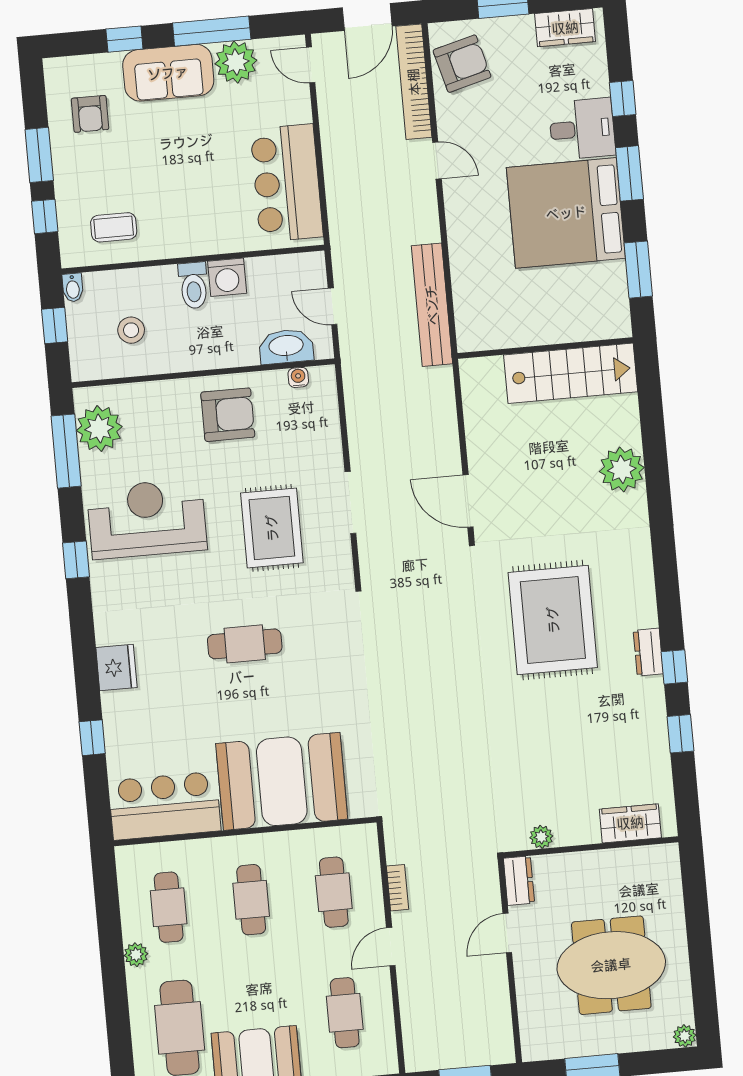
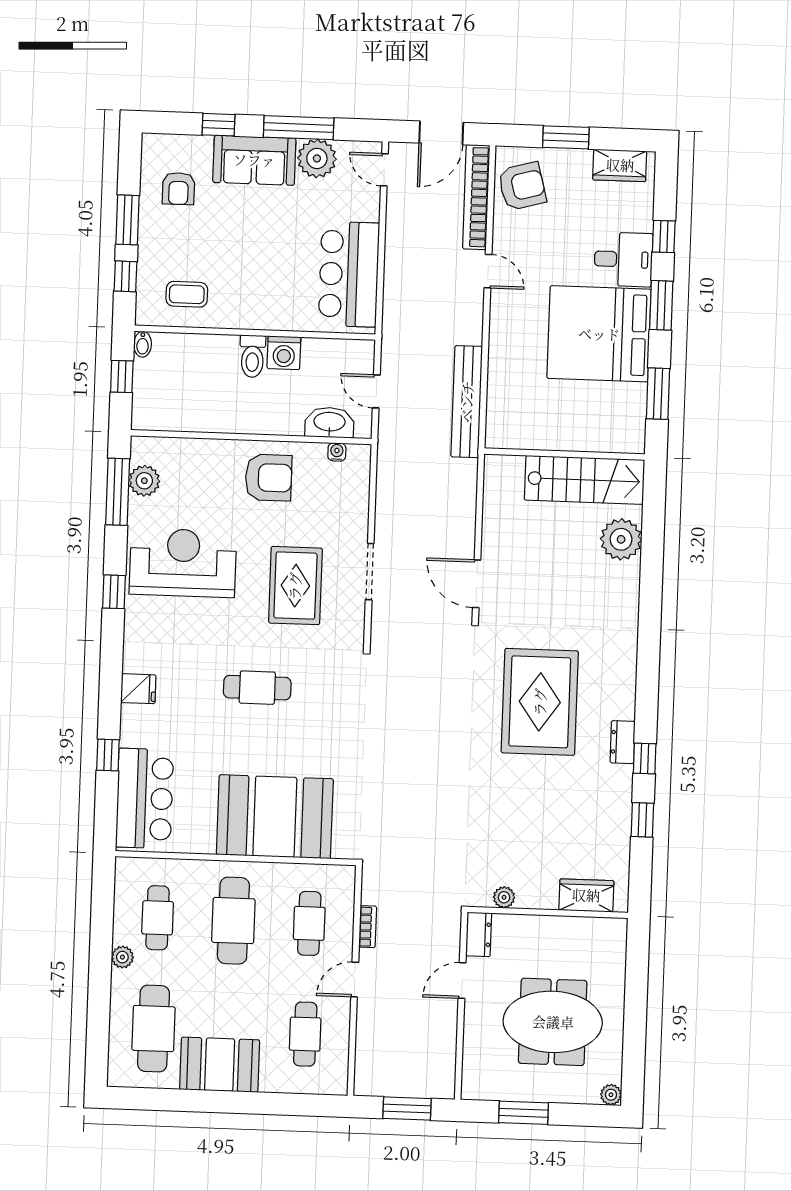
stool: (131, 330) -> (191, 390), removed
plant: (99, 429) -> (144, 481), width x0.73, depth x0.73
plant: (622, 469) -> (621, 539), moved
fridge: (116, 668) -> (138, 689), width x0.72
bar counter: (165, 806) -> (145, 798), moved, turned 90
cafe table: (251, 900) -> (233, 921), width x1.37, depth x1.35

